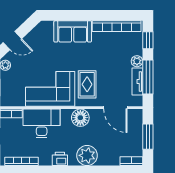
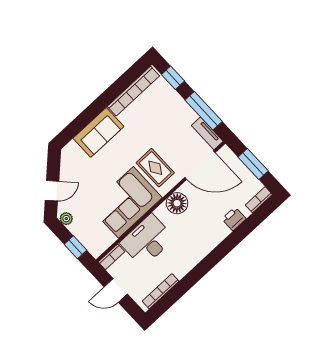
plant: (137, 61) -> (181, 106), removed
tv unit: (137, 82) -> (207, 133), moved
door: (115, 108) -> (200, 165), width x1.36
plant: (87, 155) -> (214, 231), removed
printer: (60, 159) -> (234, 219), moved

